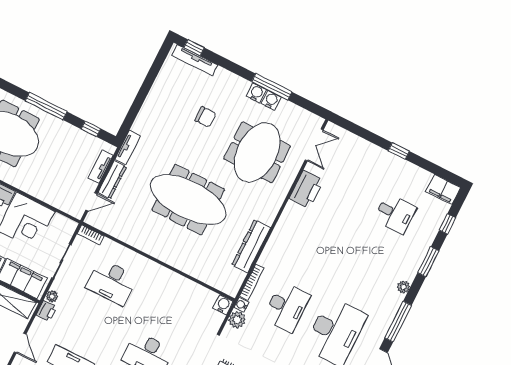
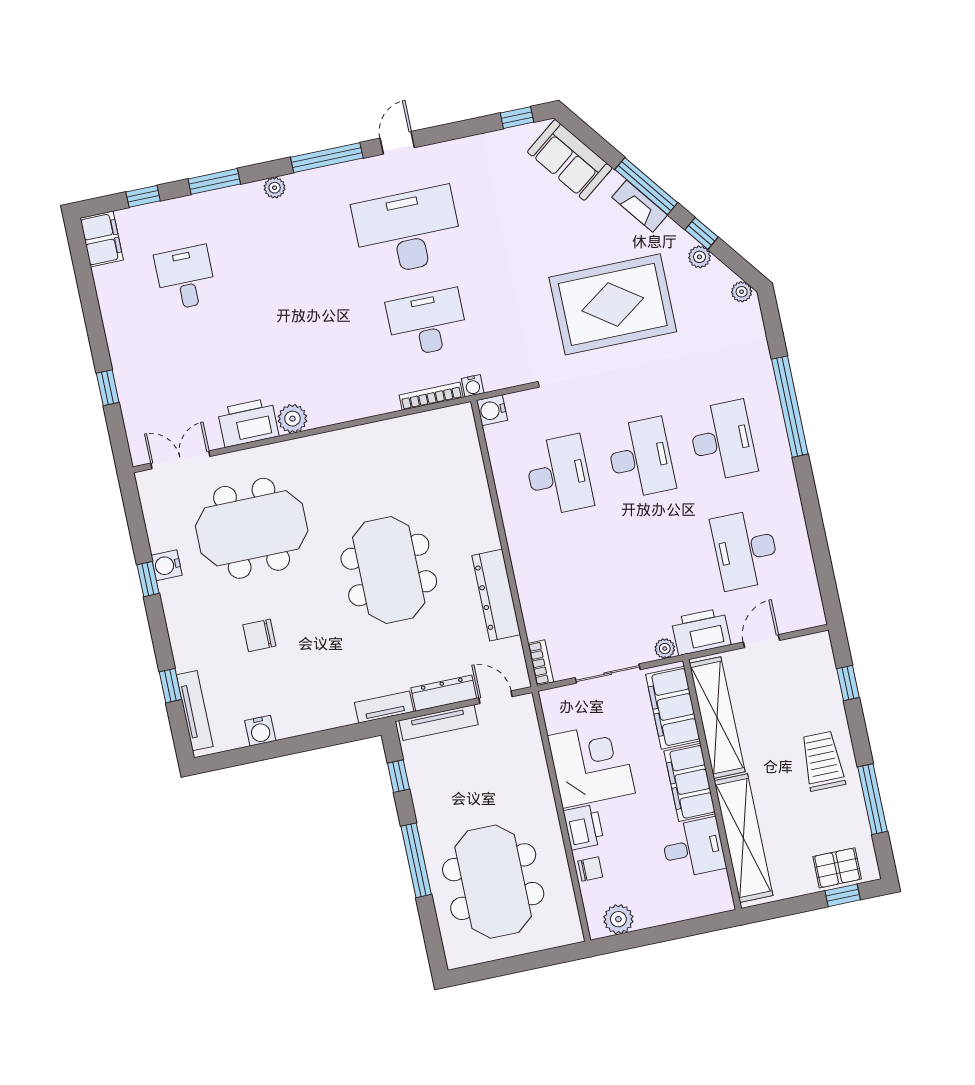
window: (194, 48) -> (170, 686), moved
window: (272, 87) -> (148, 579), width x0.46
water cooler: (256, 93) -> (260, 731), moved, turned -90
chair: (206, 117) -> (259, 635), turned -90
window: (399, 151) -> (108, 388), moved
tv unit: (101, 167) -> (439, 723), width x1.41
meeting table: (188, 200) -> (389, 570), width x0.73
dresser: (251, 246) -> (496, 595), moved, turned 90
desk: (112, 282) -> (559, 475), moved
printer: (46, 311) -> (701, 632), width x1.87, depth x1.48
plant: (237, 320) -> (292, 419), moved

